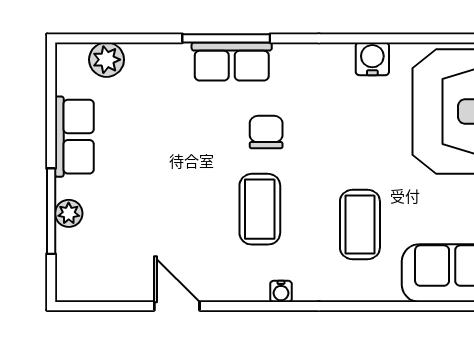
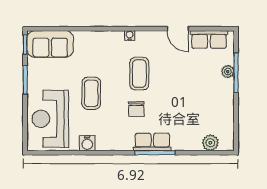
row of seats: (74, 137) -> (209, 39), moved, turned -90
coffee table: (360, 224) -> (91, 93), moved

